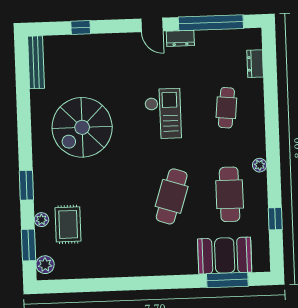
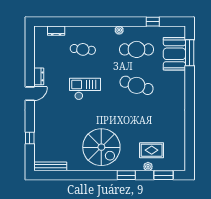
window: (211, 23) -> (30, 57), removed
spiral stairs: (82, 127) -> (101, 147), moved
plant: (45, 265) -> (176, 165), removed

